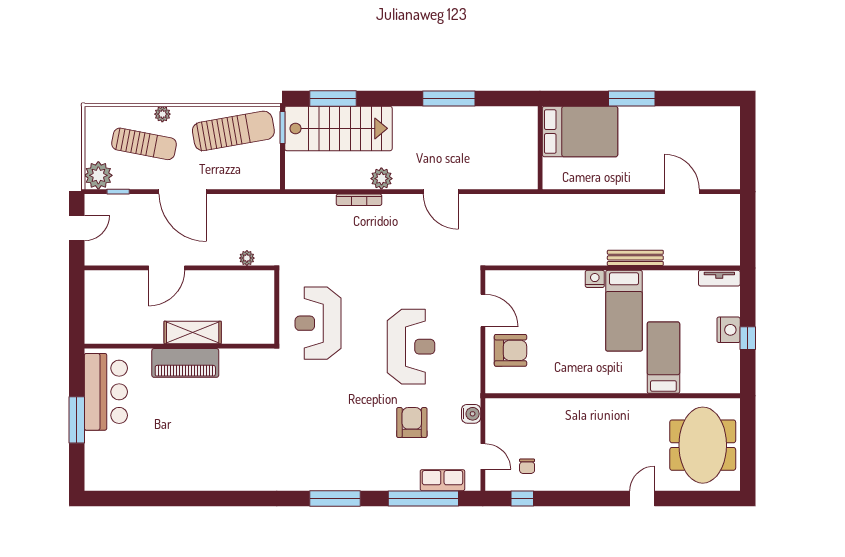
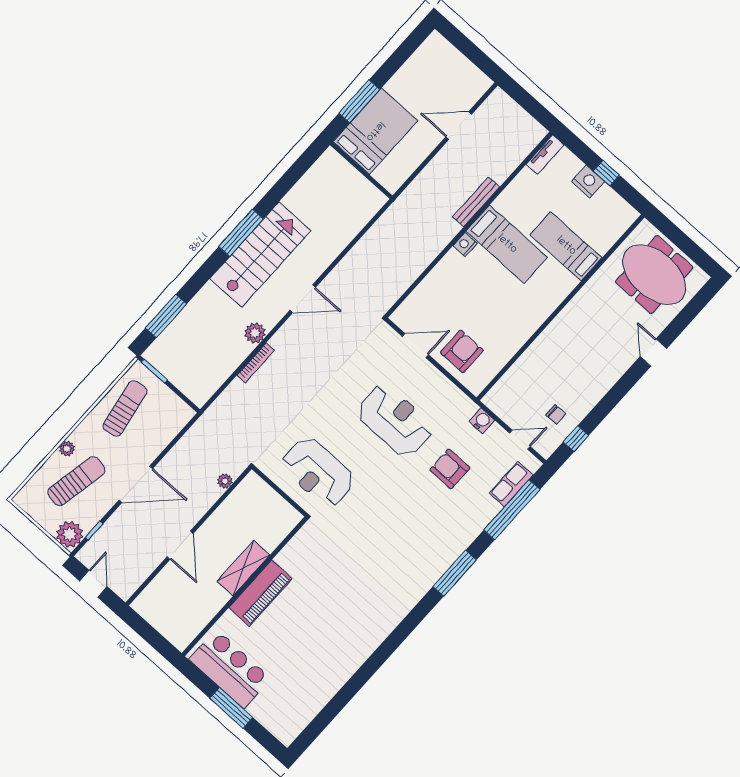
stairs: (338, 128) -> (260, 255), moved
sun lounger: (233, 131) -> (125, 409), width x0.73, depth x0.75
bed: (580, 132) -> (375, 131), moved
wall: (540, 148) -> (361, 170), moved

